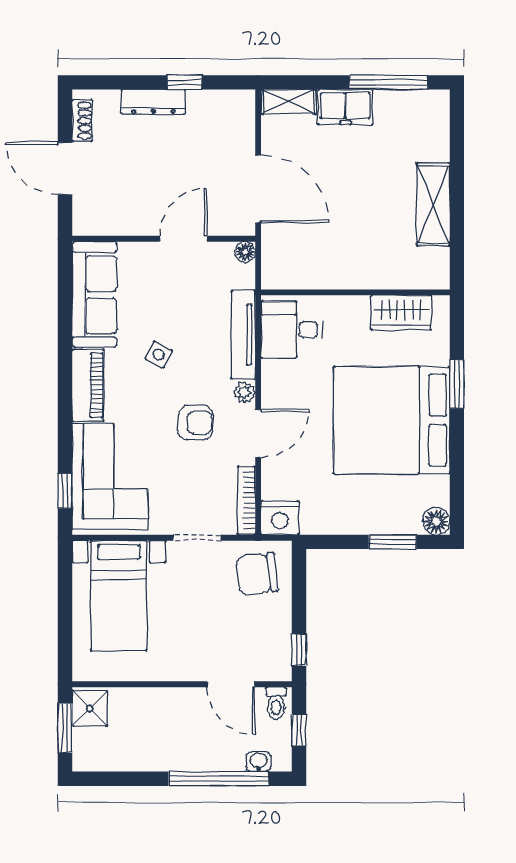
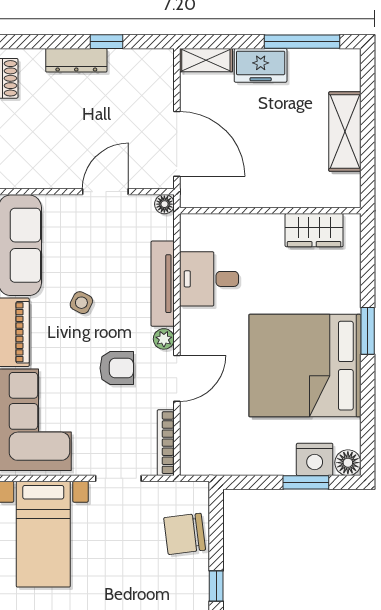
shelving: (433, 204) -> (345, 132), moved
wall: (355, 292) -> (270, 211), moved
wardrobe: (401, 313) -> (314, 230), moved
nightstand: (280, 518) -> (315, 459), moved
chair: (257, 574) -> (185, 534), moved

